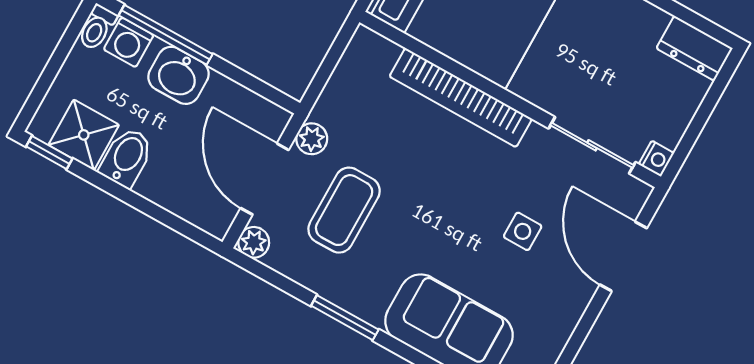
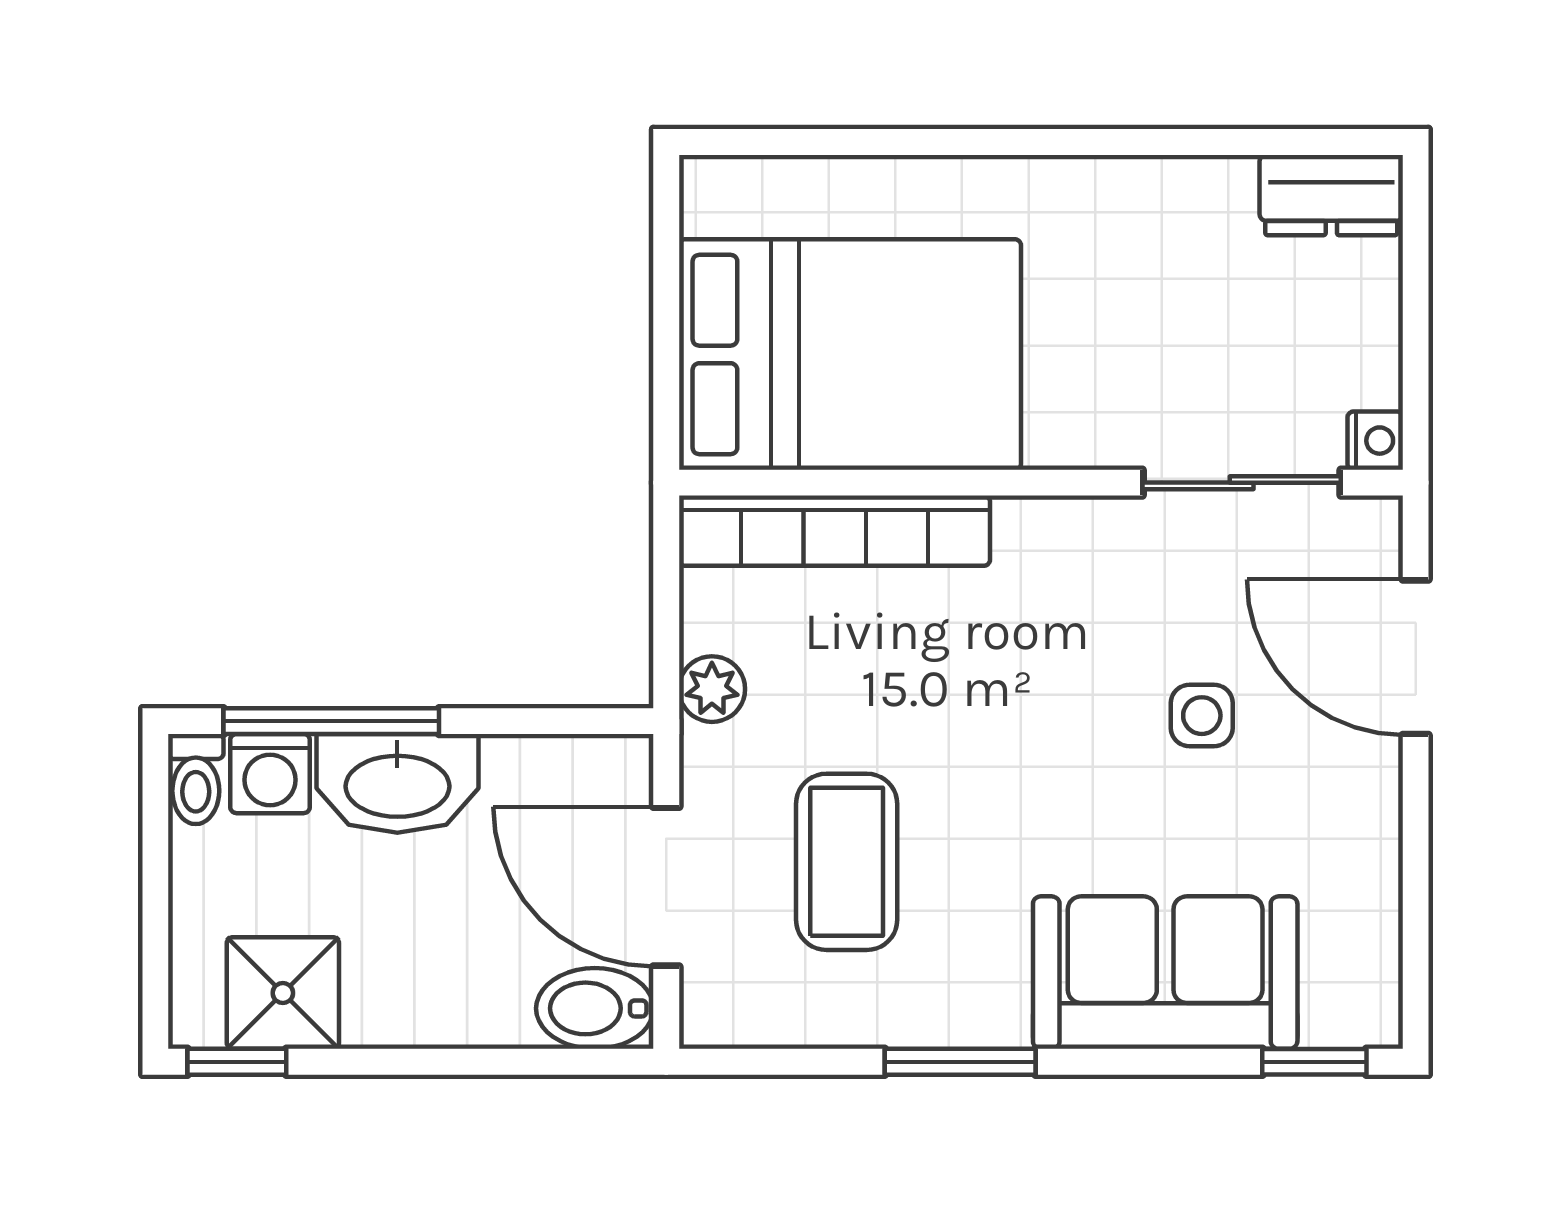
washbasin: (178, 75) -> (397, 783), width x1.38
bookcase: (461, 98) -> (834, 531), moved
plant: (312, 139) -> (712, 689), moved
bidet: (127, 157) -> (595, 1008), moved, turned -90
plant: (254, 242) -> (712, 1016), removed

